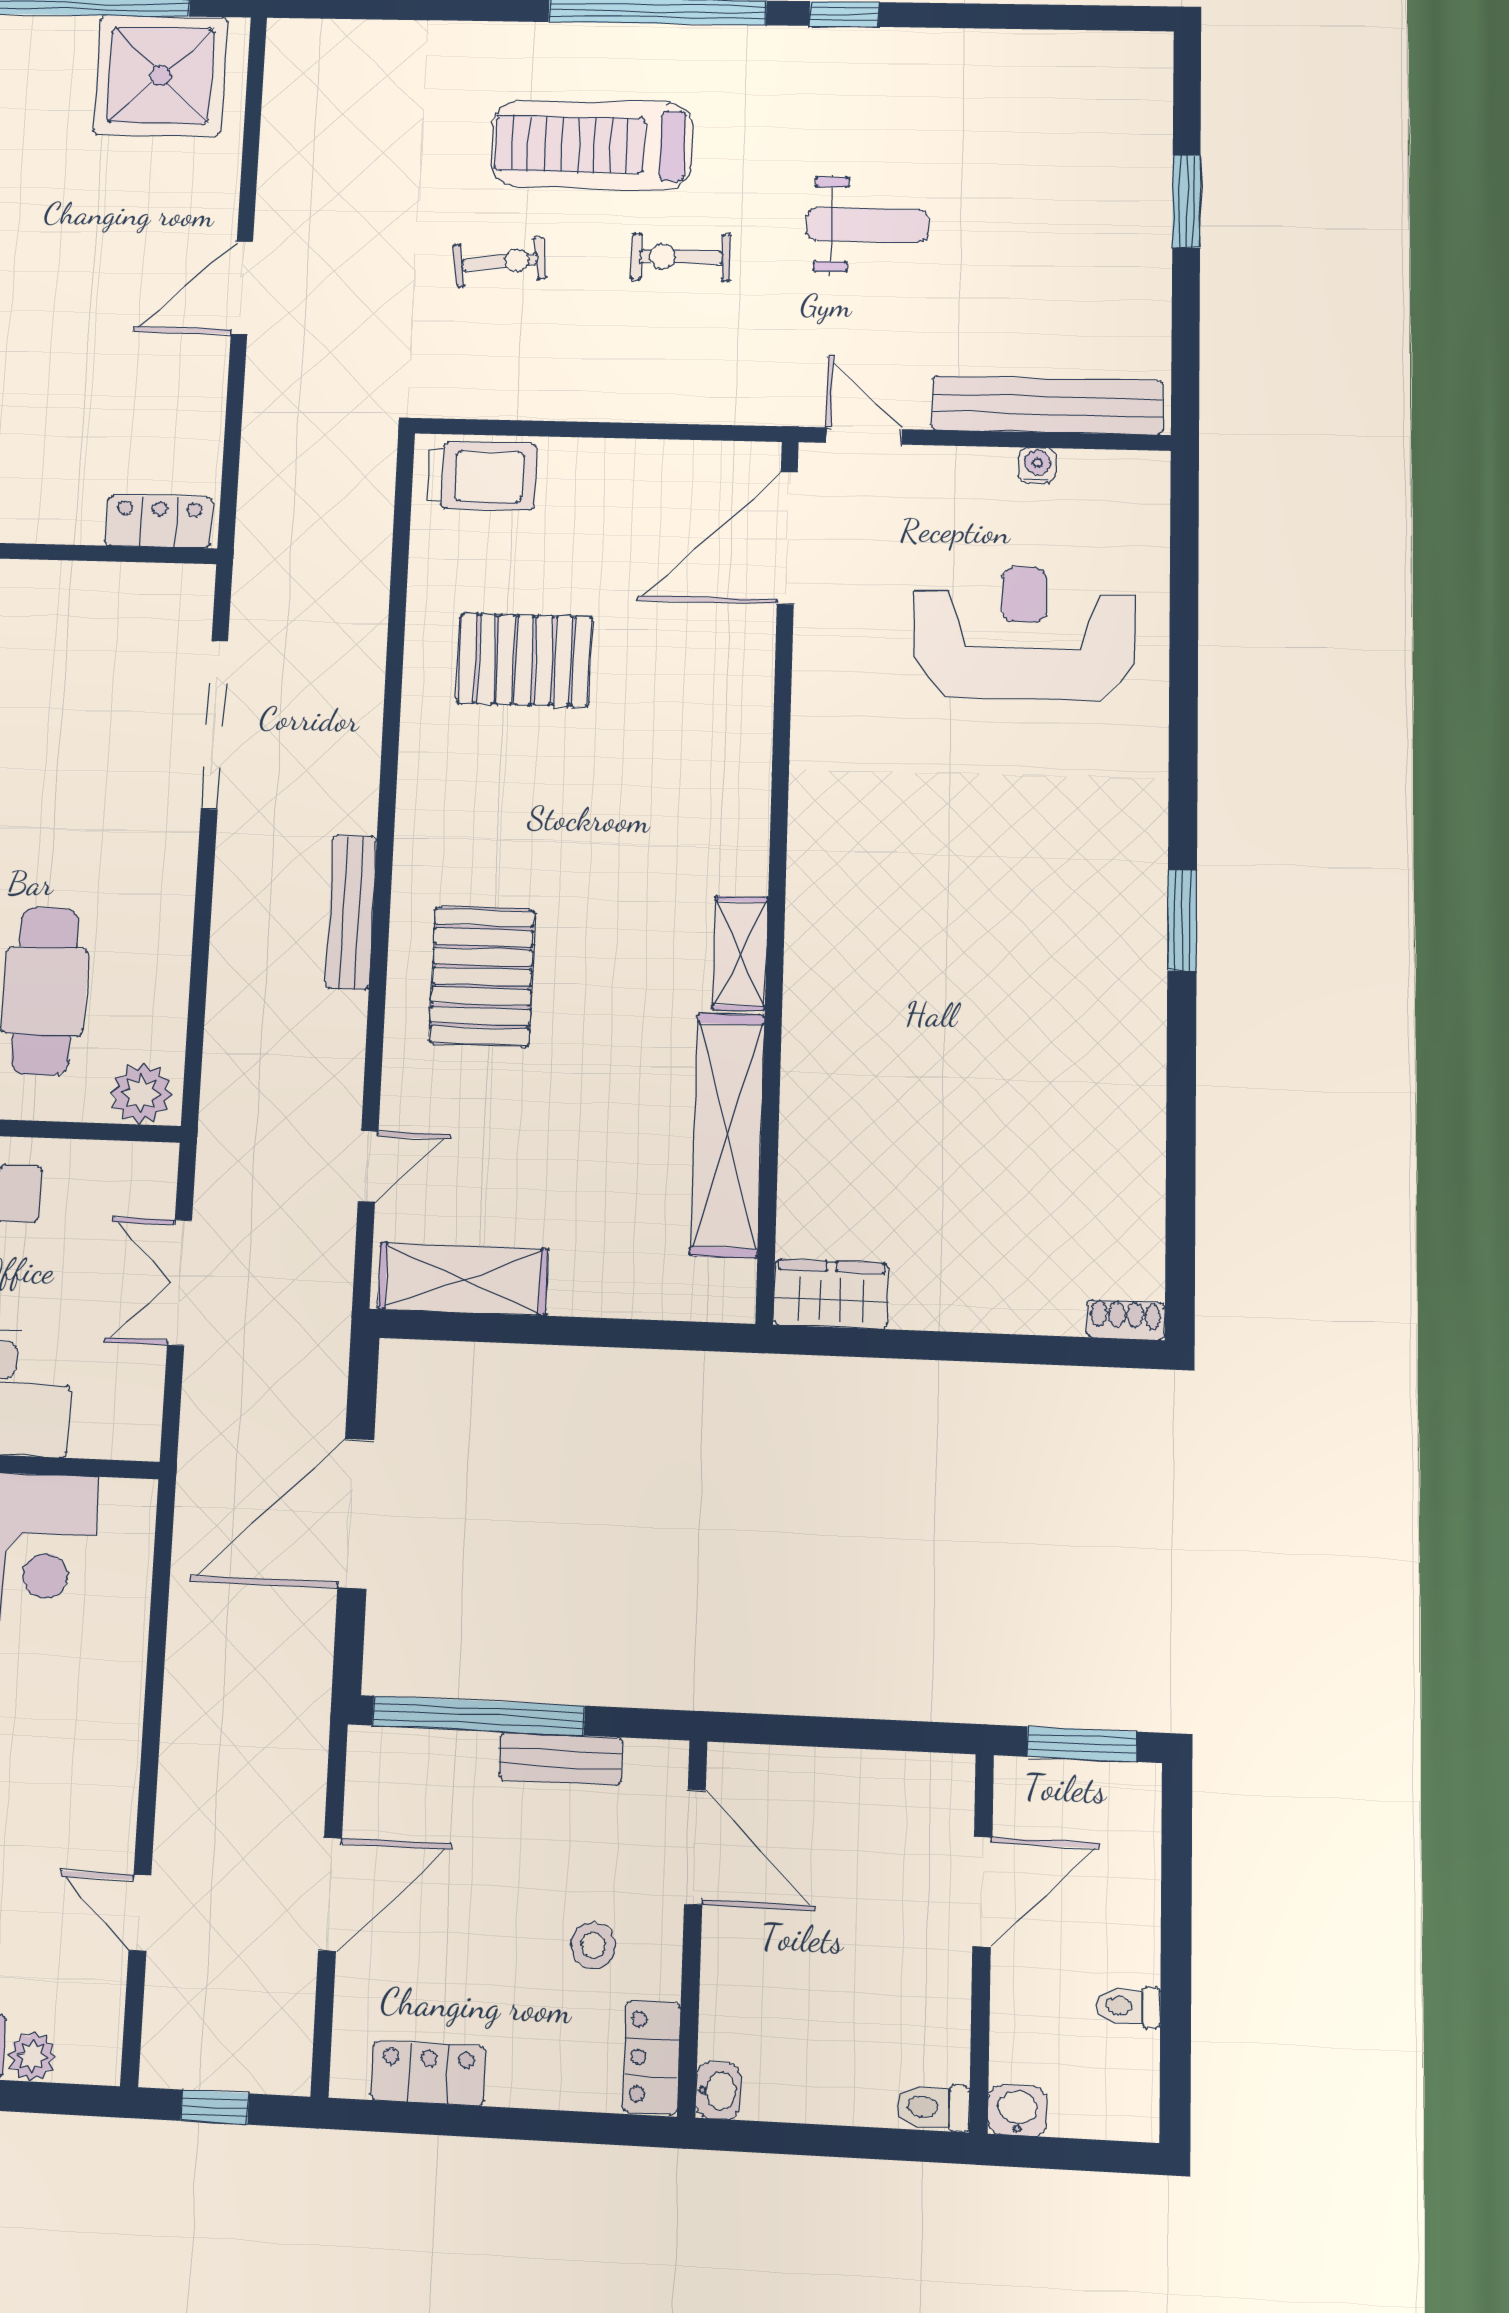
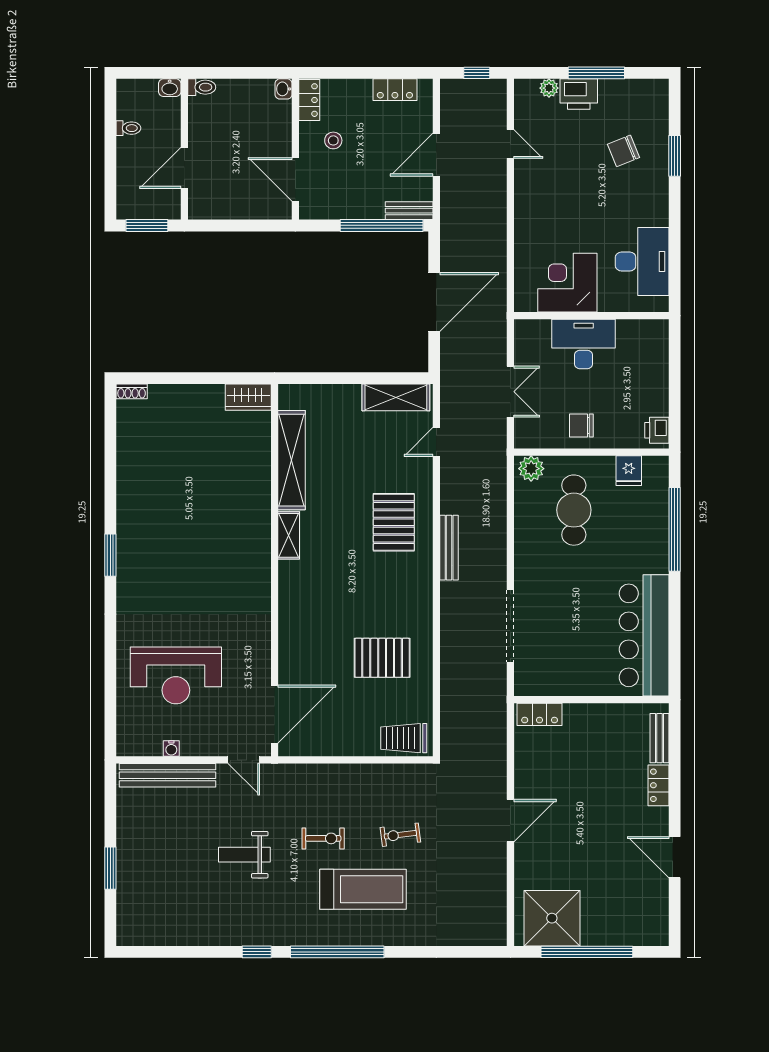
bench: (561, 1758) -> (409, 211), moved

